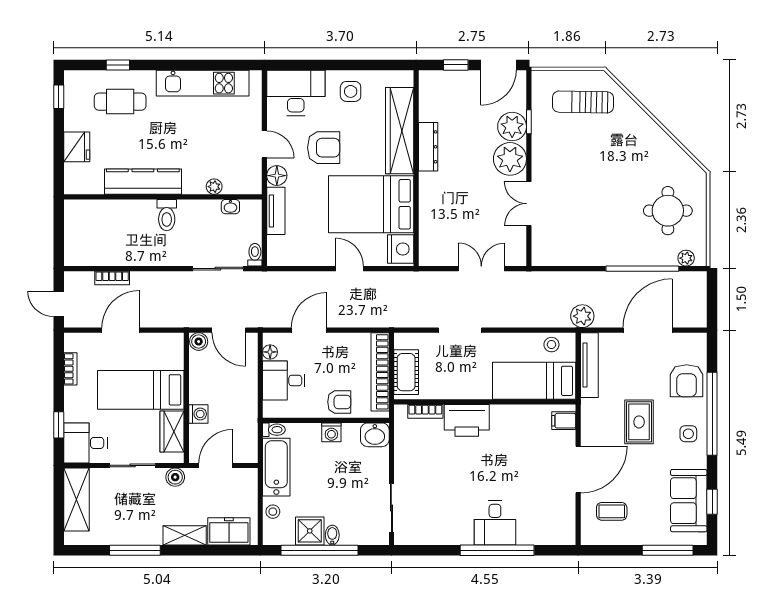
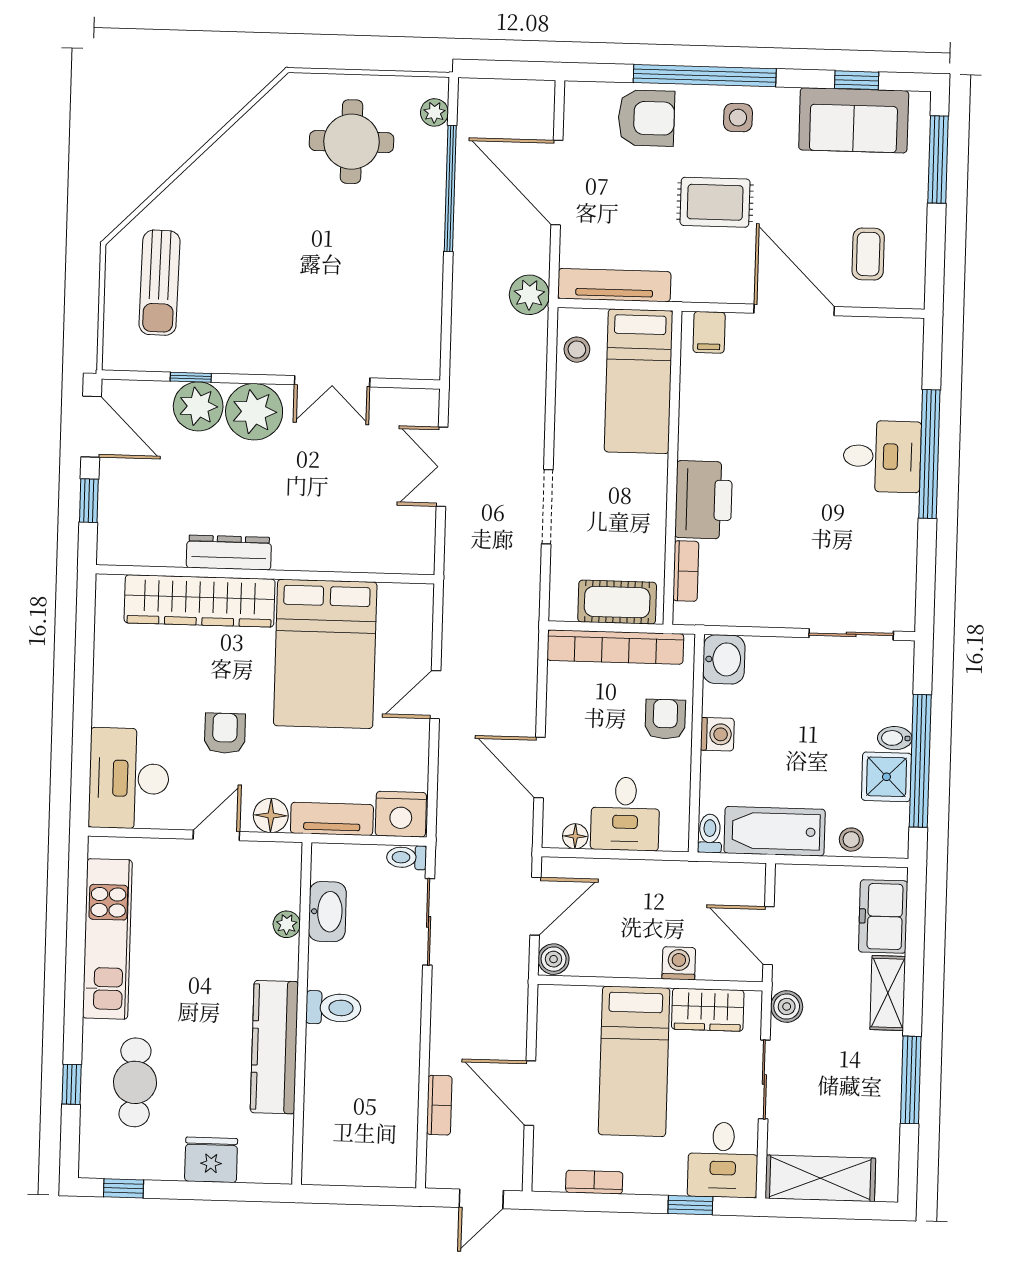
side table: (351, 91) -> (129, 684), removed
armchair: (324, 148) -> (225, 733), width x0.72, depth x0.72
washbasin: (230, 207) -> (327, 912), width x1.91, depth x1.45
nightstand: (401, 249) -> (401, 814), moved, turned 180

